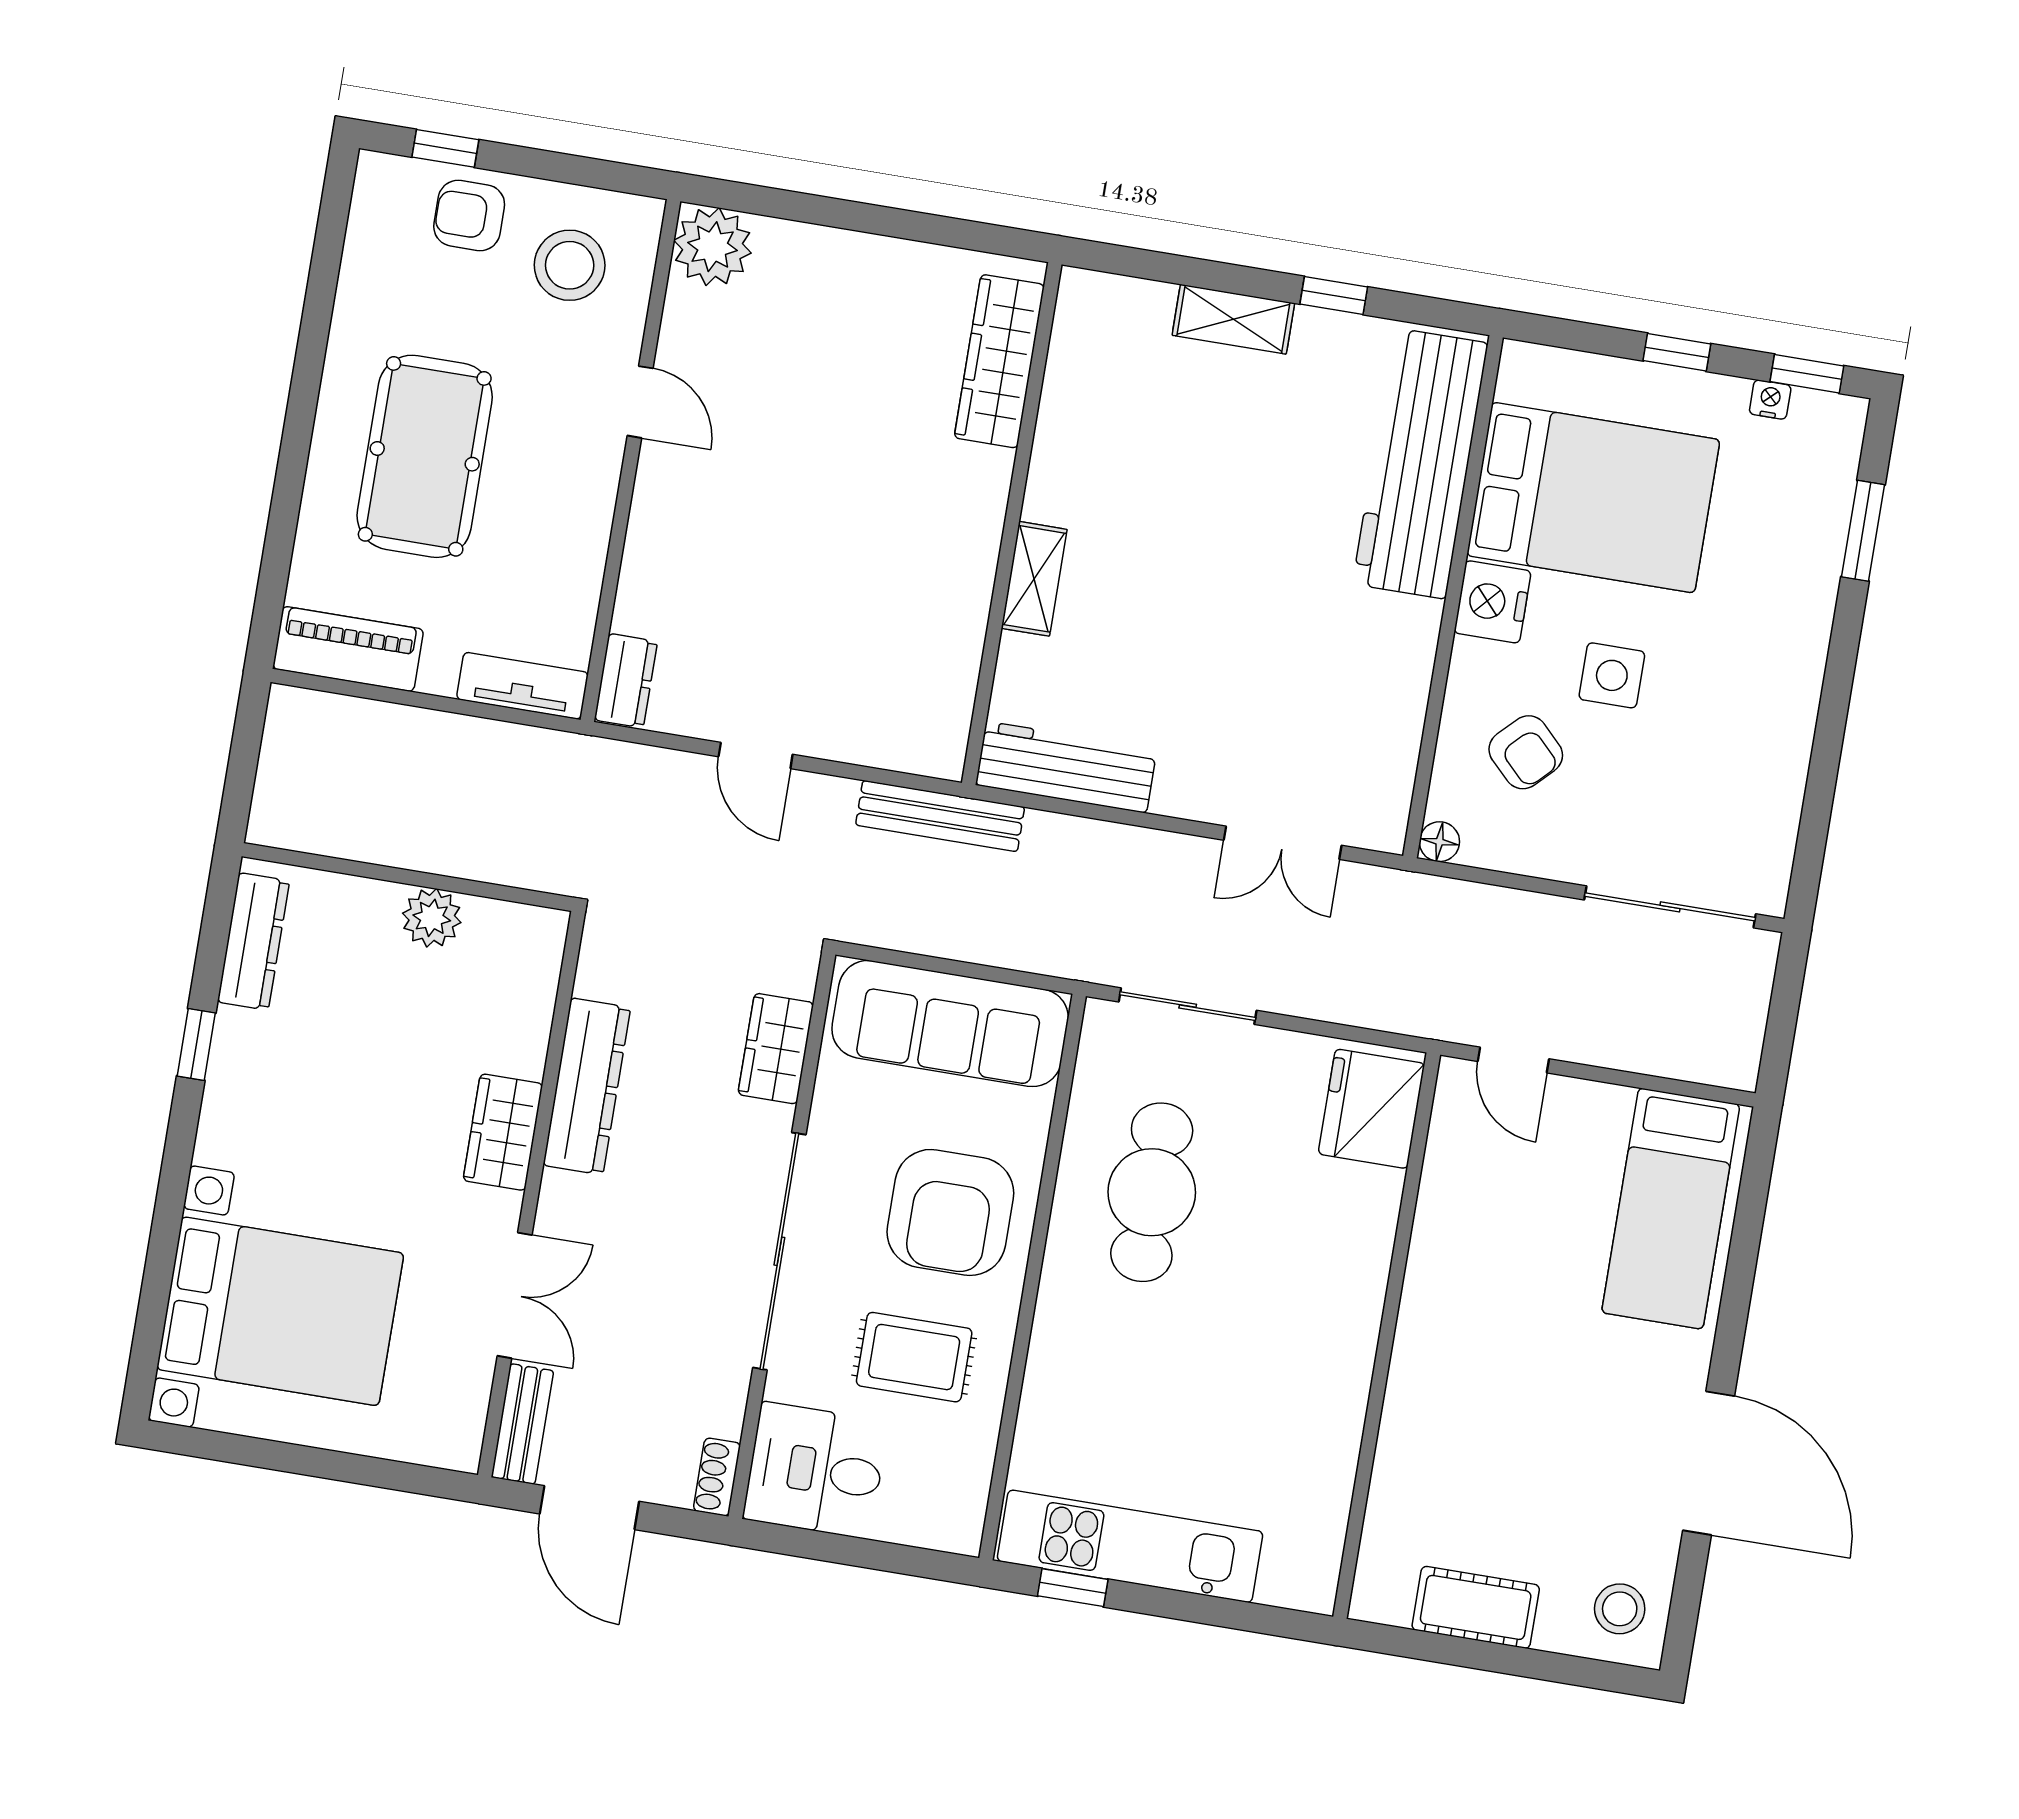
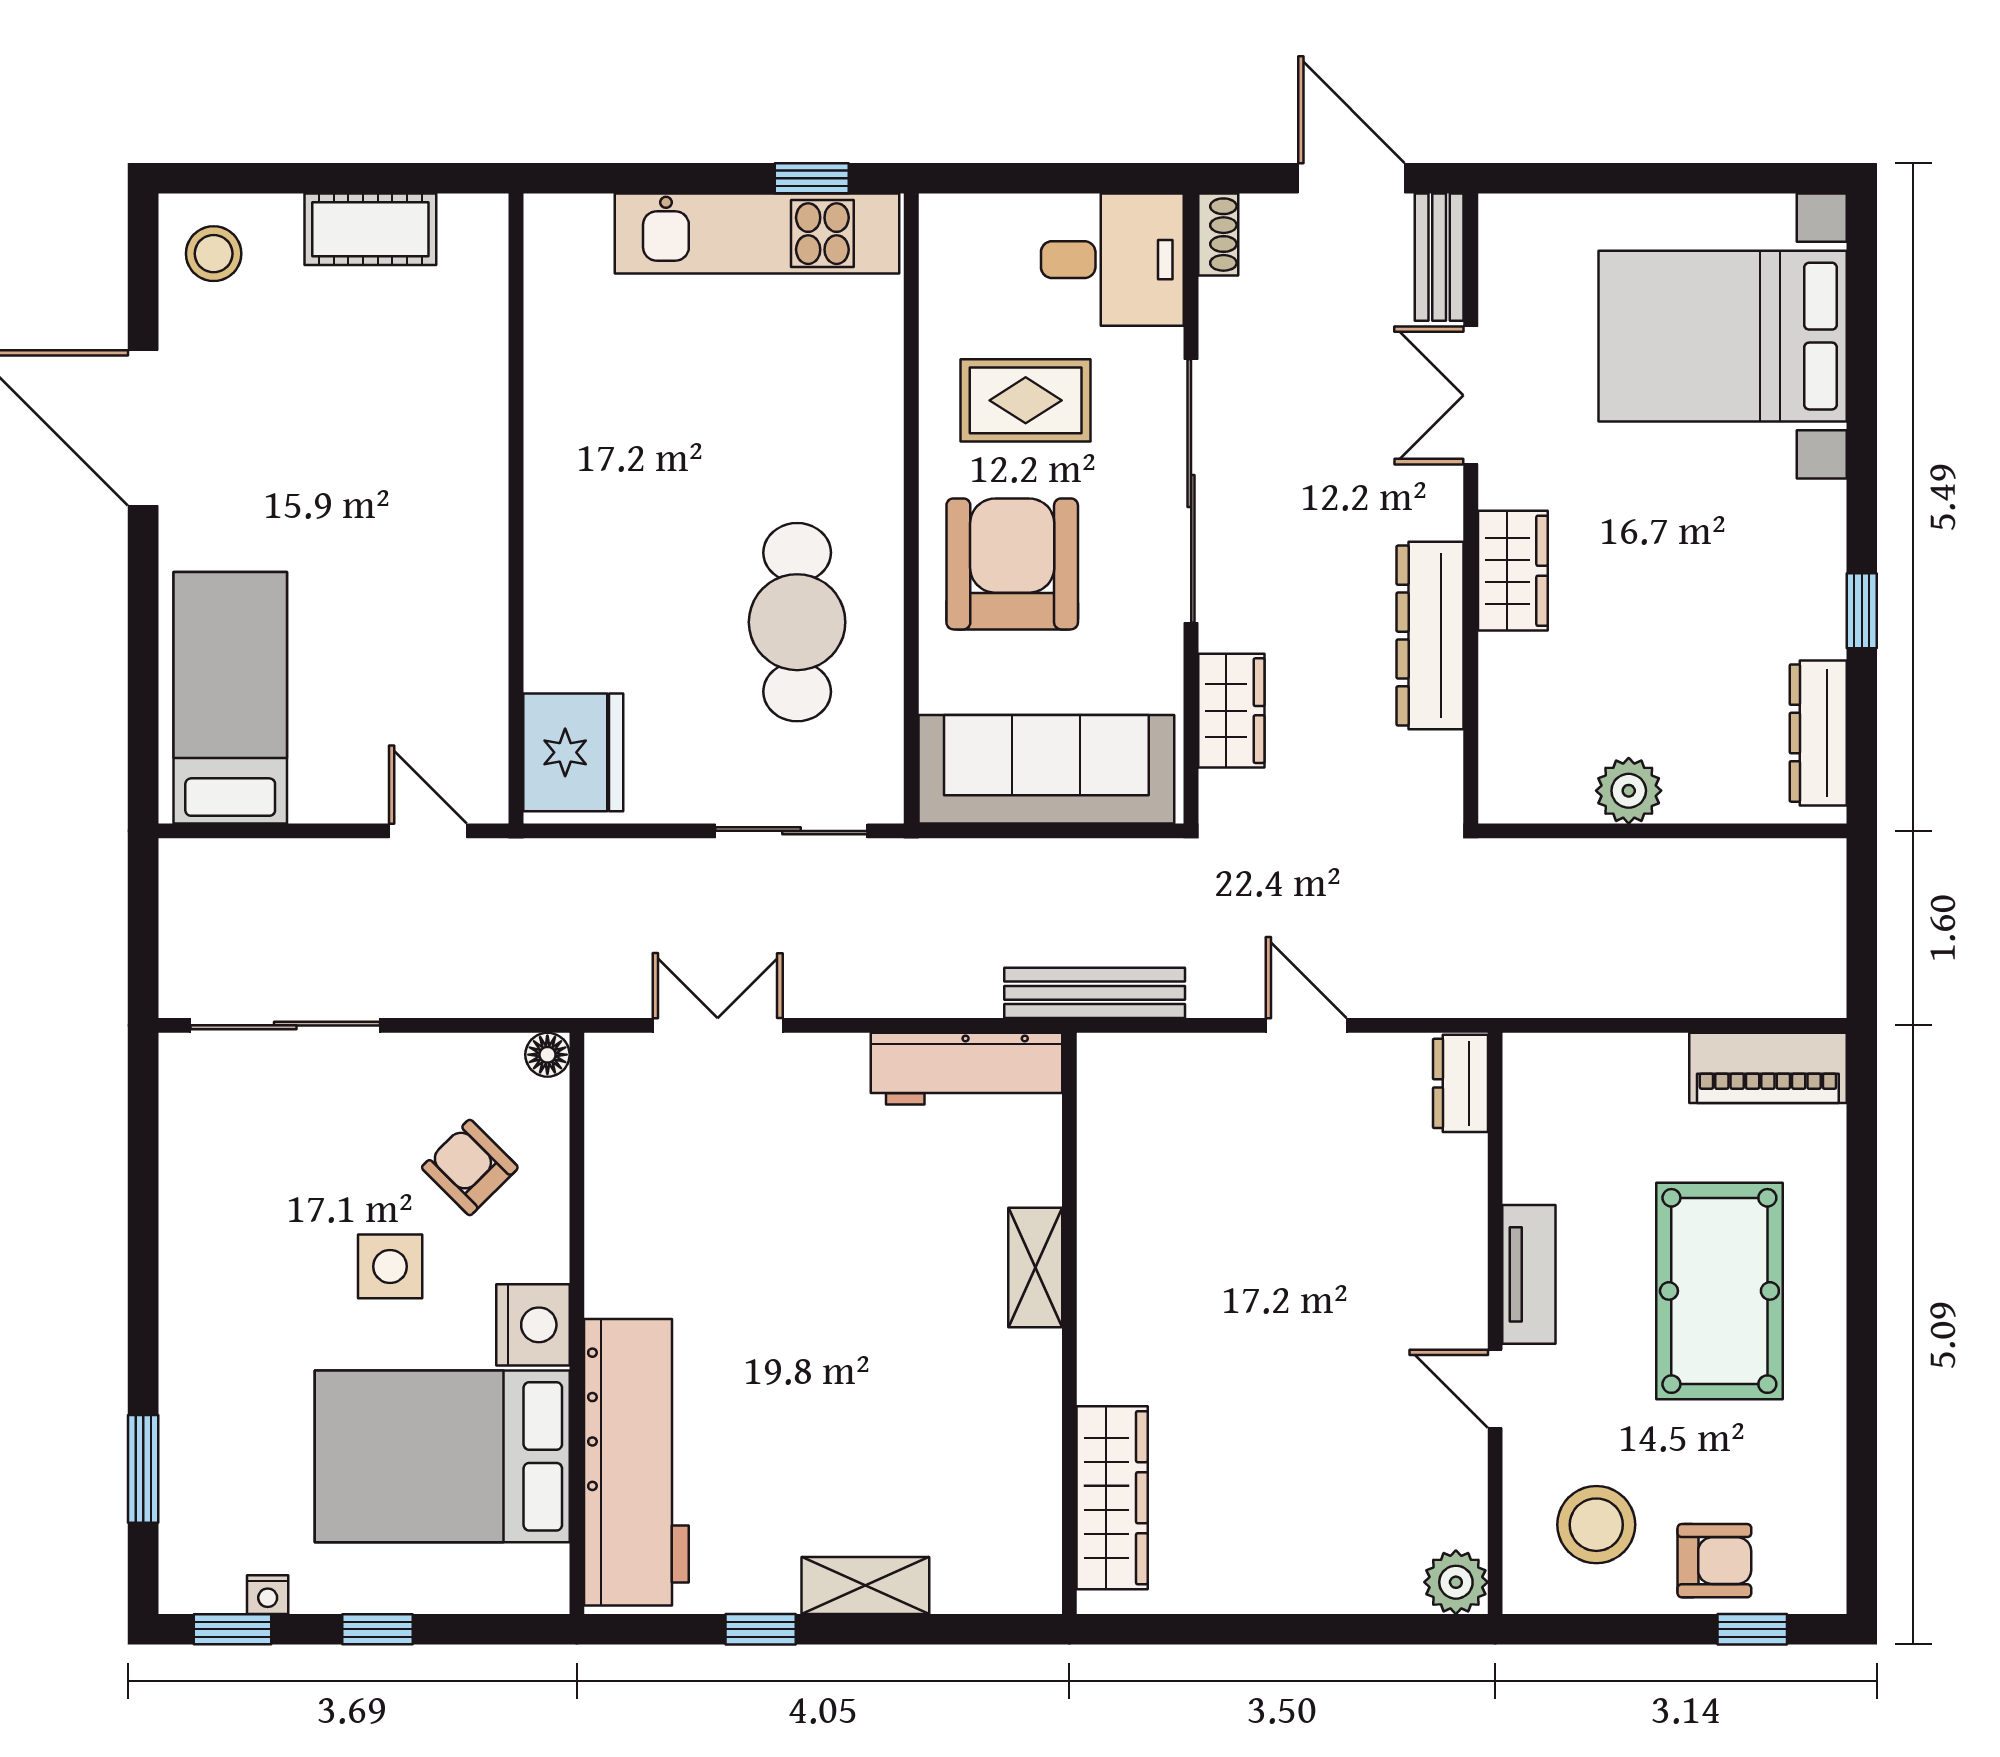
plant: (713, 247) -> (1456, 1582), width x0.73, depth x0.73
tv unit: (522, 686) -> (1529, 1274), moved, turned -90

